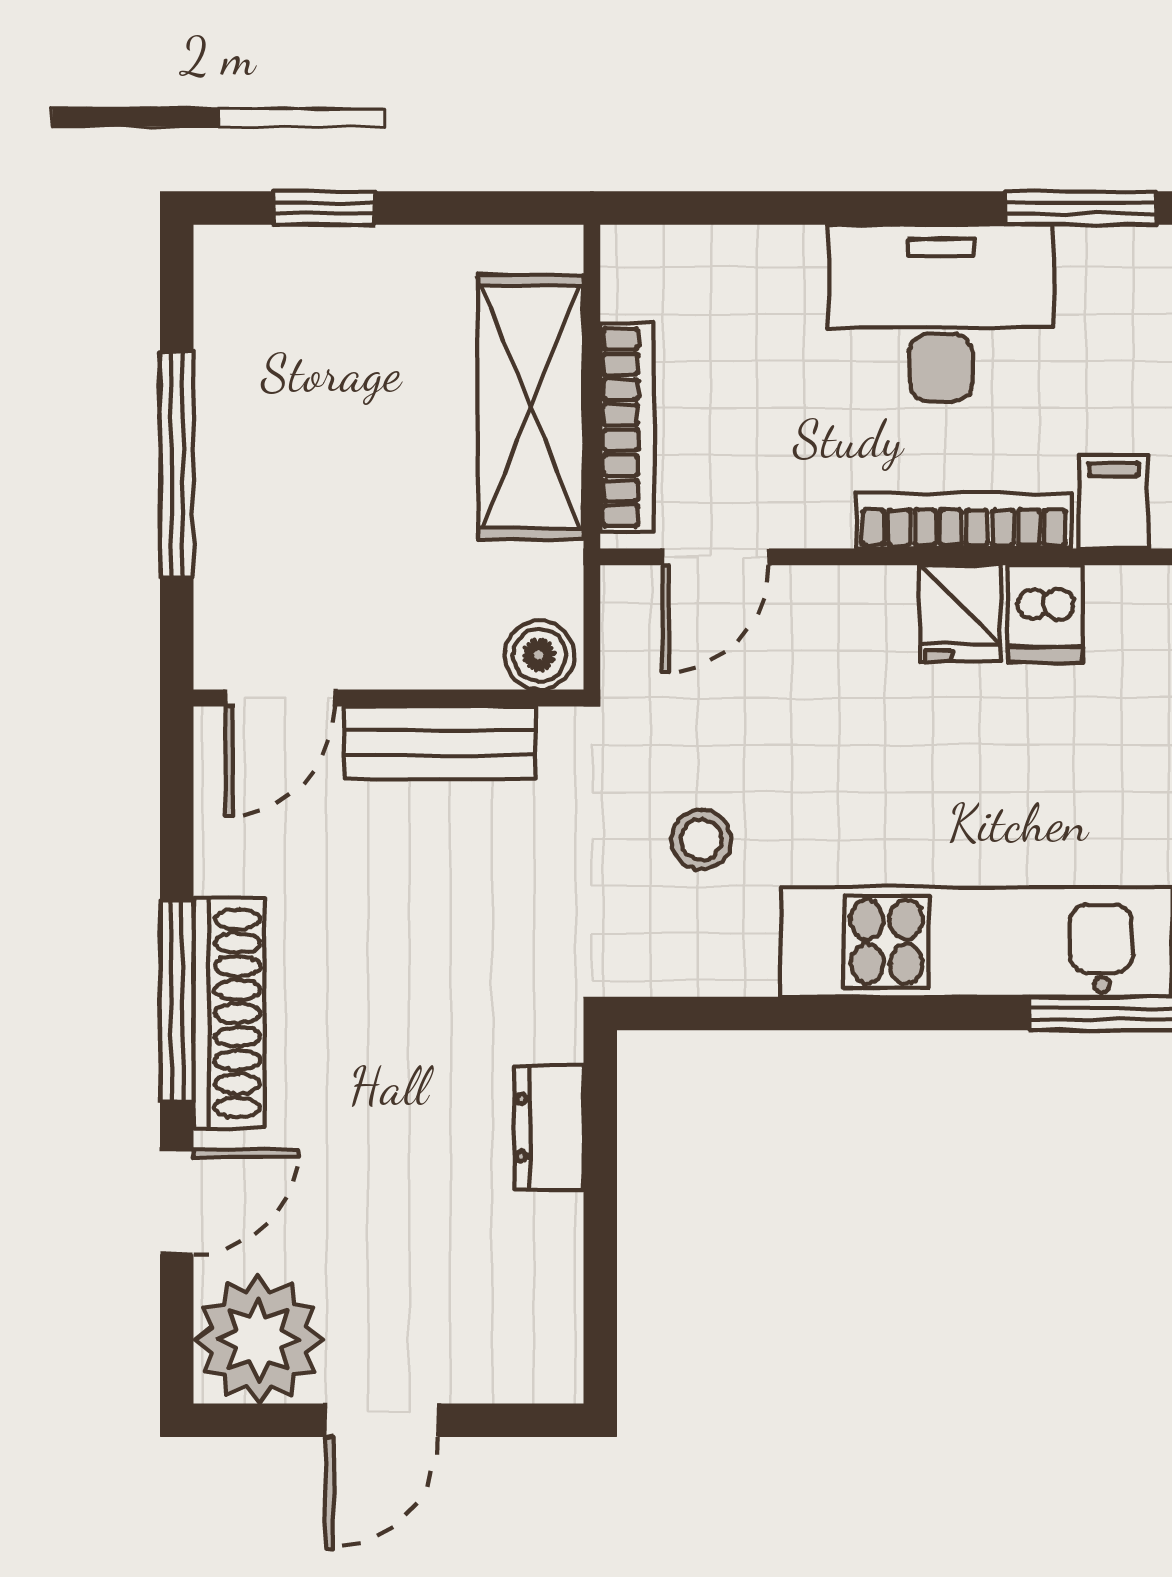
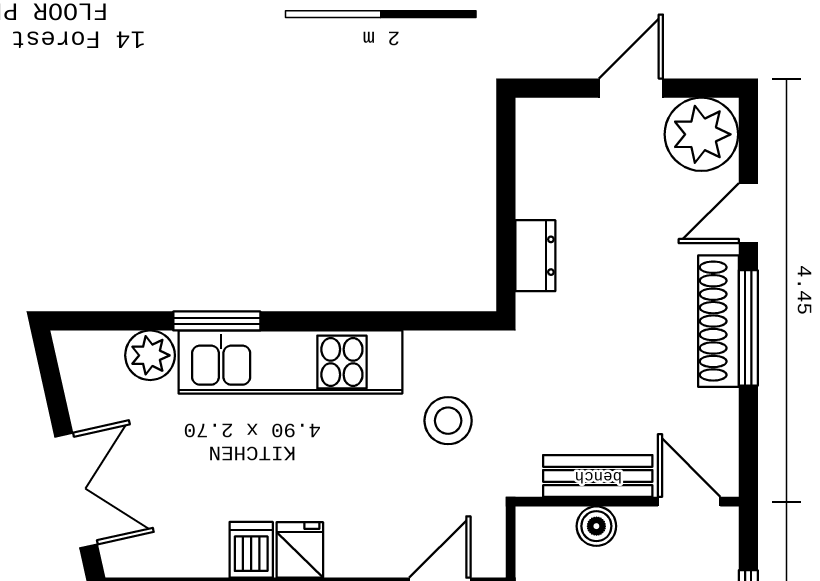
boiler: (539, 655) -> (596, 526), moved
door: (280, 698) -> (689, 502), hinge flipped
stool: (701, 839) -> (448, 421), width x1.37, depth x1.37

